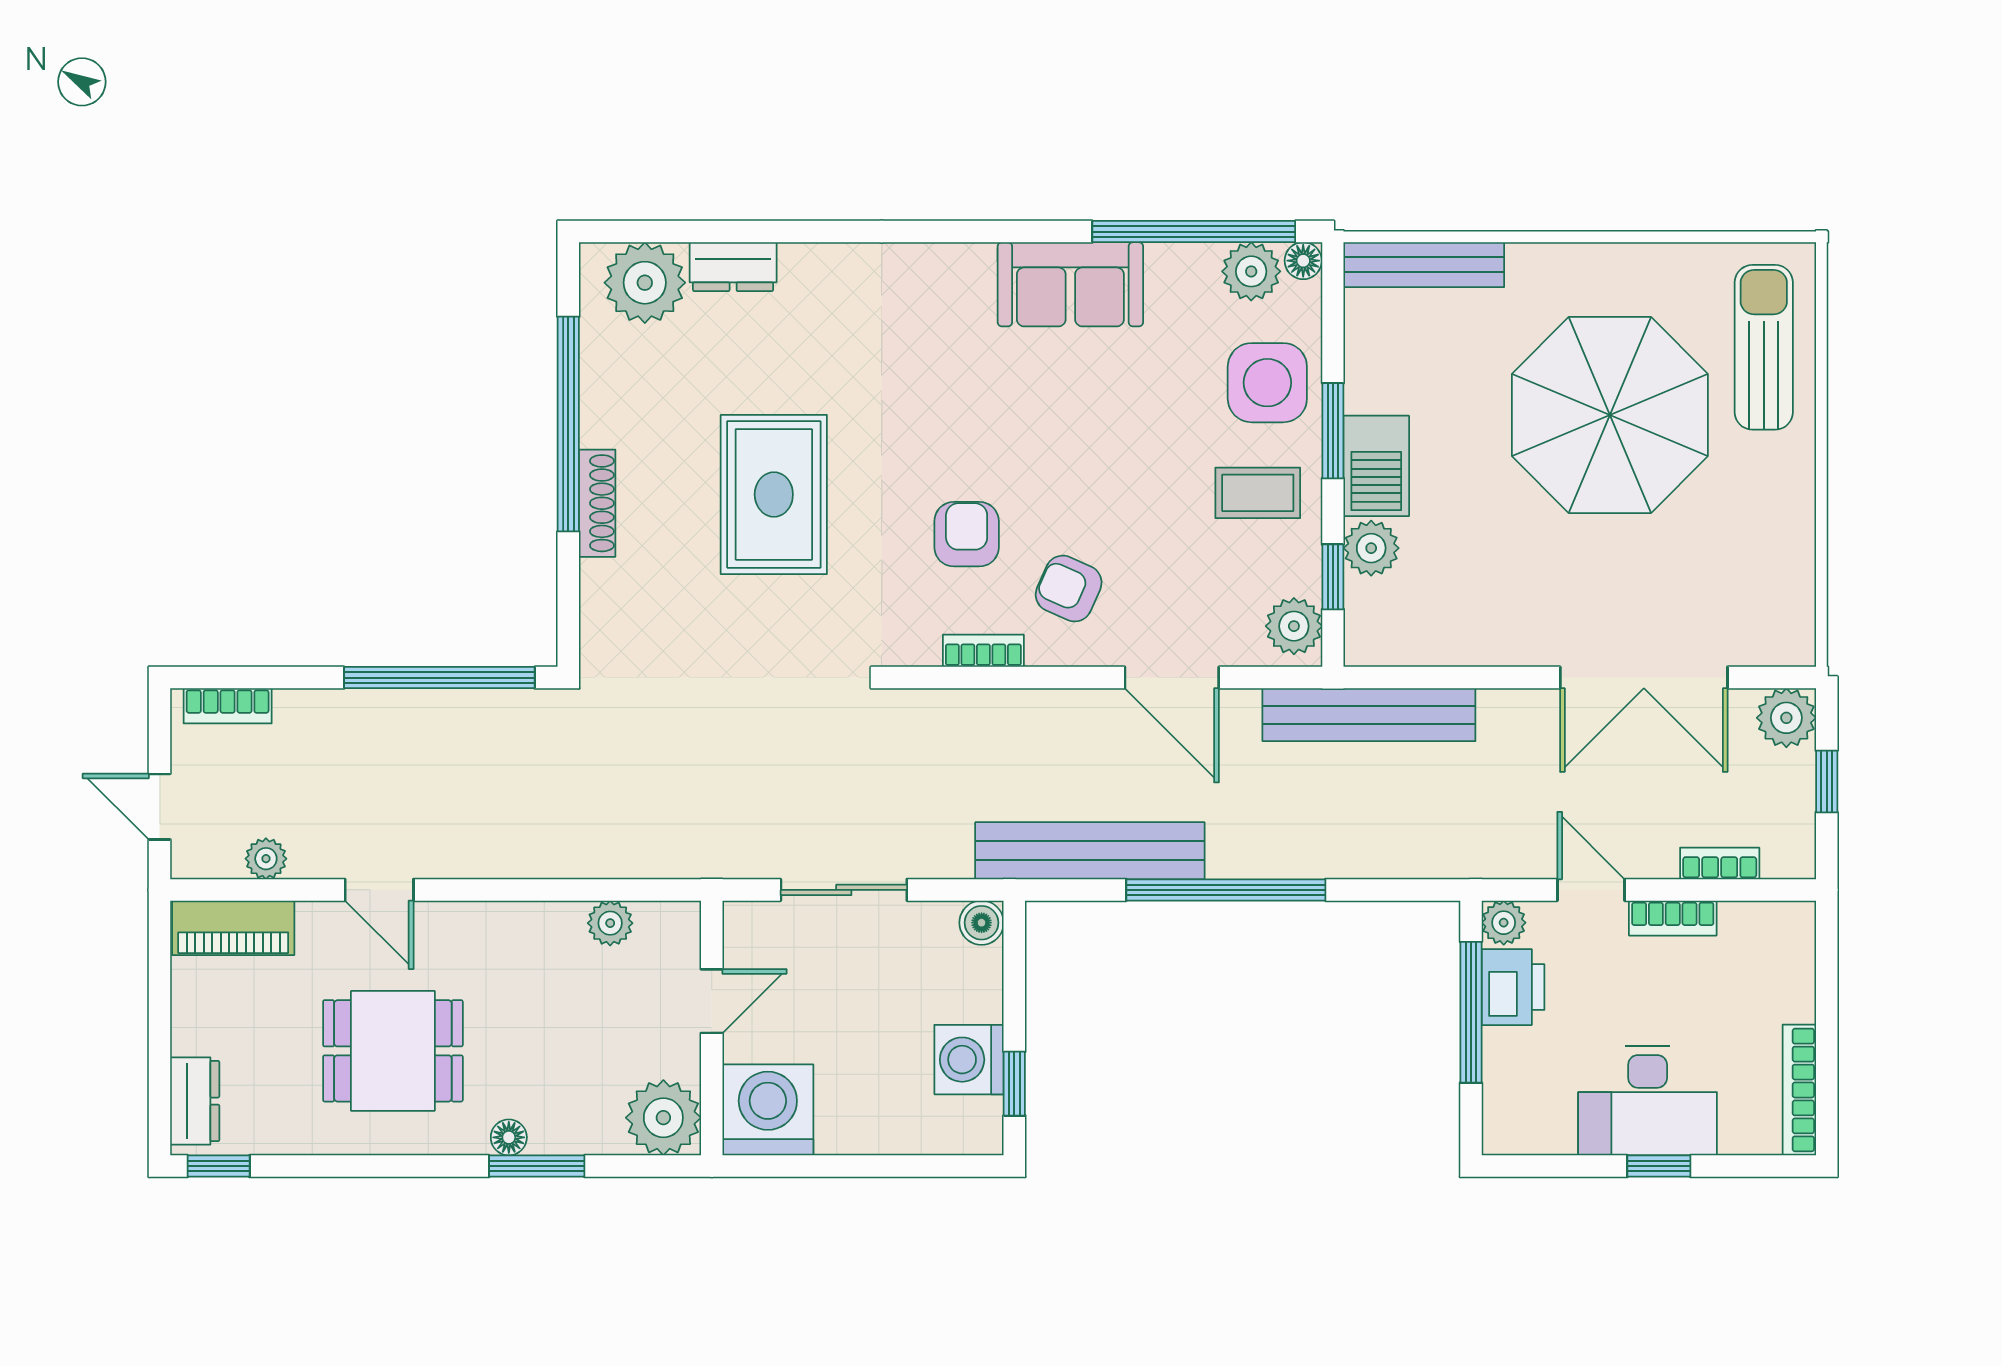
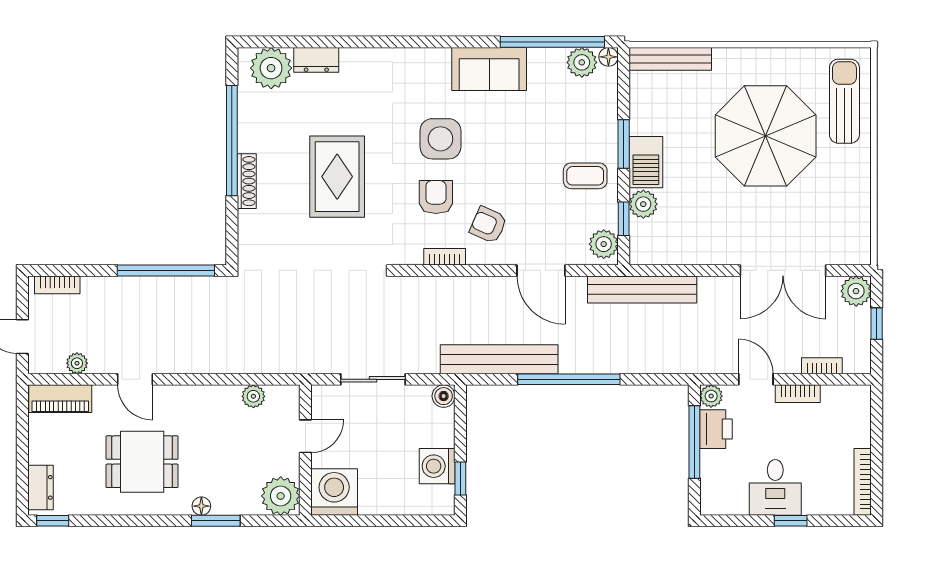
side table: (1267, 383) -> (440, 139), moved
desk: (1648, 1101) -> (775, 487), width x0.73

